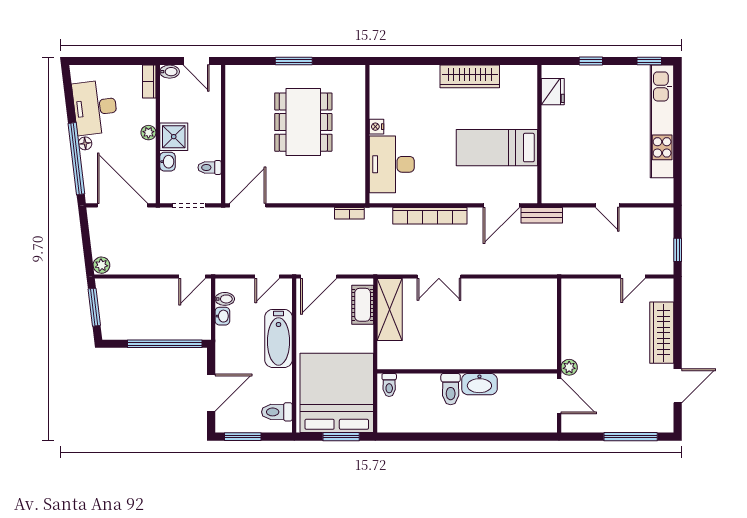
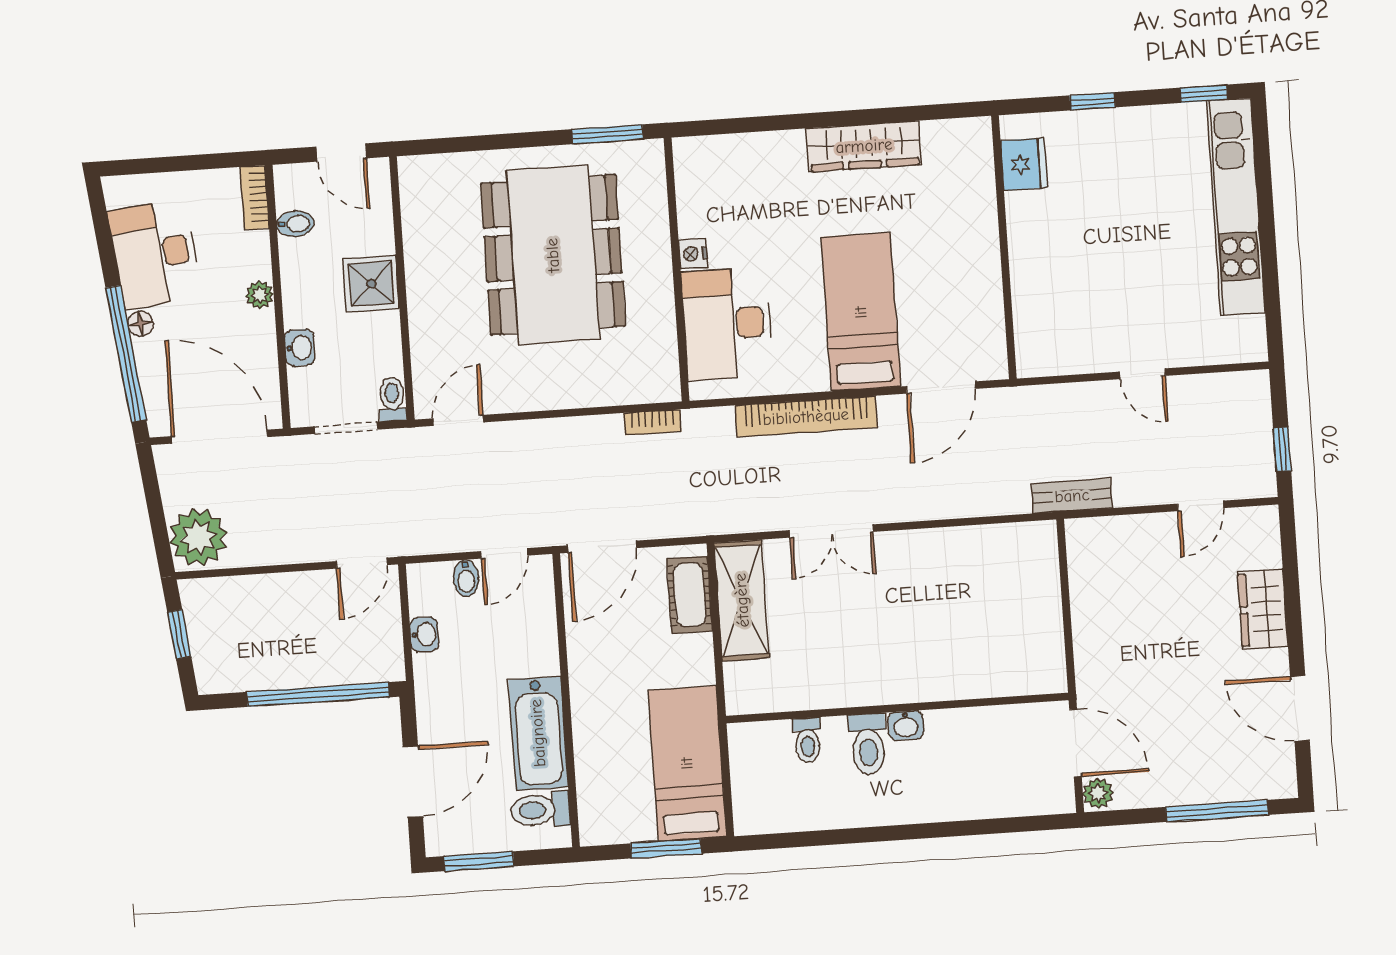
window: (294, 61) -> (608, 134), moved
bidet: (170, 72) -> (295, 224), moved
dining table: (303, 122) -> (553, 255), width x1.36, depth x1.24
shower: (174, 137) -> (371, 284), moved
bed: (497, 148) -> (861, 312), moved, turned 90
toilet: (210, 167) -> (392, 399), moved, turned 90
door: (248, 205) -> (458, 420), width x0.73
bench: (542, 215) -> (1072, 496), moved
plant: (101, 265) -> (198, 537), width x1.87, depth x1.87
bidet: (225, 299) -> (466, 578), moved, turned 90
window: (94, 307) -> (179, 634), width x0.67
wardrobe: (662, 333) -> (1263, 609), width x0.67
bathtub: (279, 338) -> (538, 733), moved
plant: (569, 367) -> (1098, 793), moved
washbasin: (479, 384) -> (906, 725), width x0.52, depth x0.69
toilet: (389, 385) -> (807, 740), moved
door: (678, 386) -> (1300, 708), swing flipped
bed: (337, 393) -> (687, 763), width x0.49

